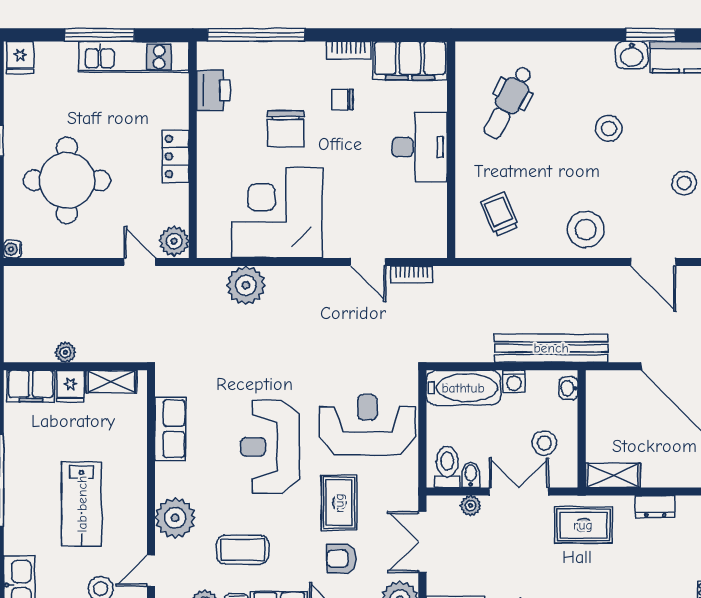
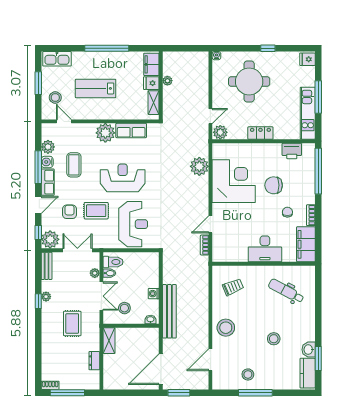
bathtub: (463, 388) -> (151, 270), removed
plant: (175, 518) -> (105, 133), moved
rug: (583, 525) -> (72, 323), moved

